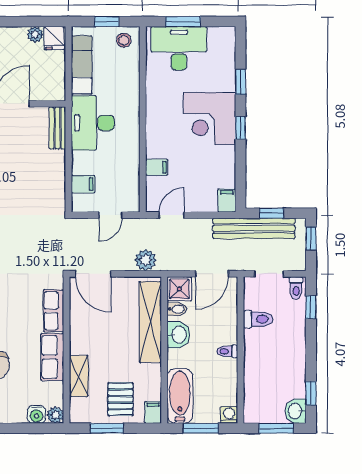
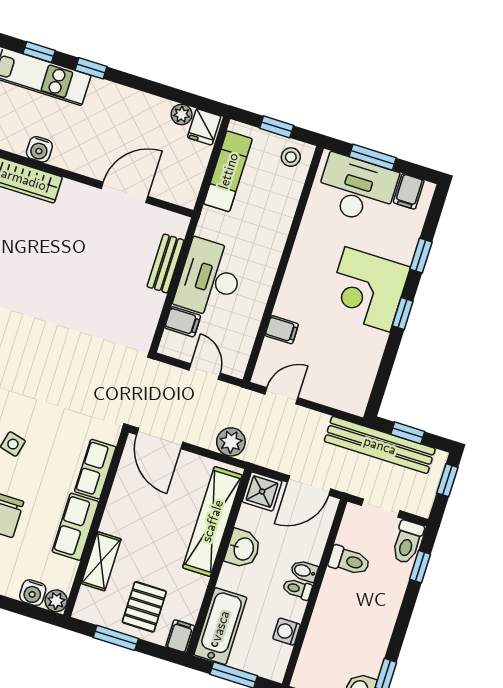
desk: (93, 123) -> (210, 278), moved
bench: (57, 128) -> (166, 263), moved
filing cabinet: (227, 200) -> (409, 191), moved, turned 180
door: (110, 215) -> (205, 372), swing flipped
toilet: (296, 288) -> (407, 542), width x1.37, depth x1.39
bidet: (177, 309) -> (304, 571), moved, turned 180
washing machine: (229, 415) -> (287, 632), moved, turned -90

